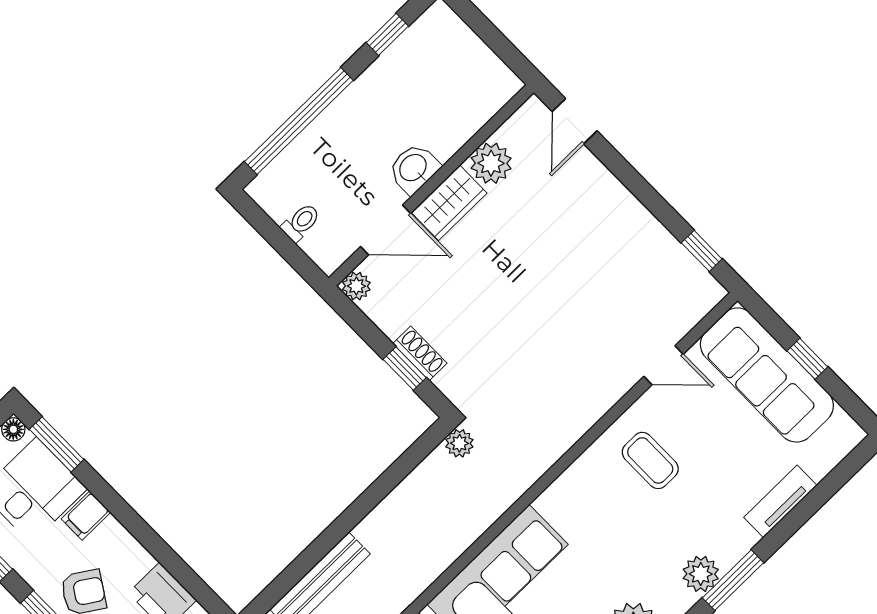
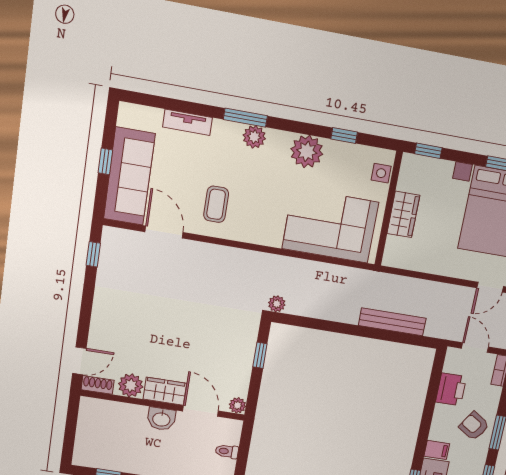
shoe rack: (420, 353) -> (98, 385), moved, turned 90
door: (663, 365) -> (164, 232), width x1.38

